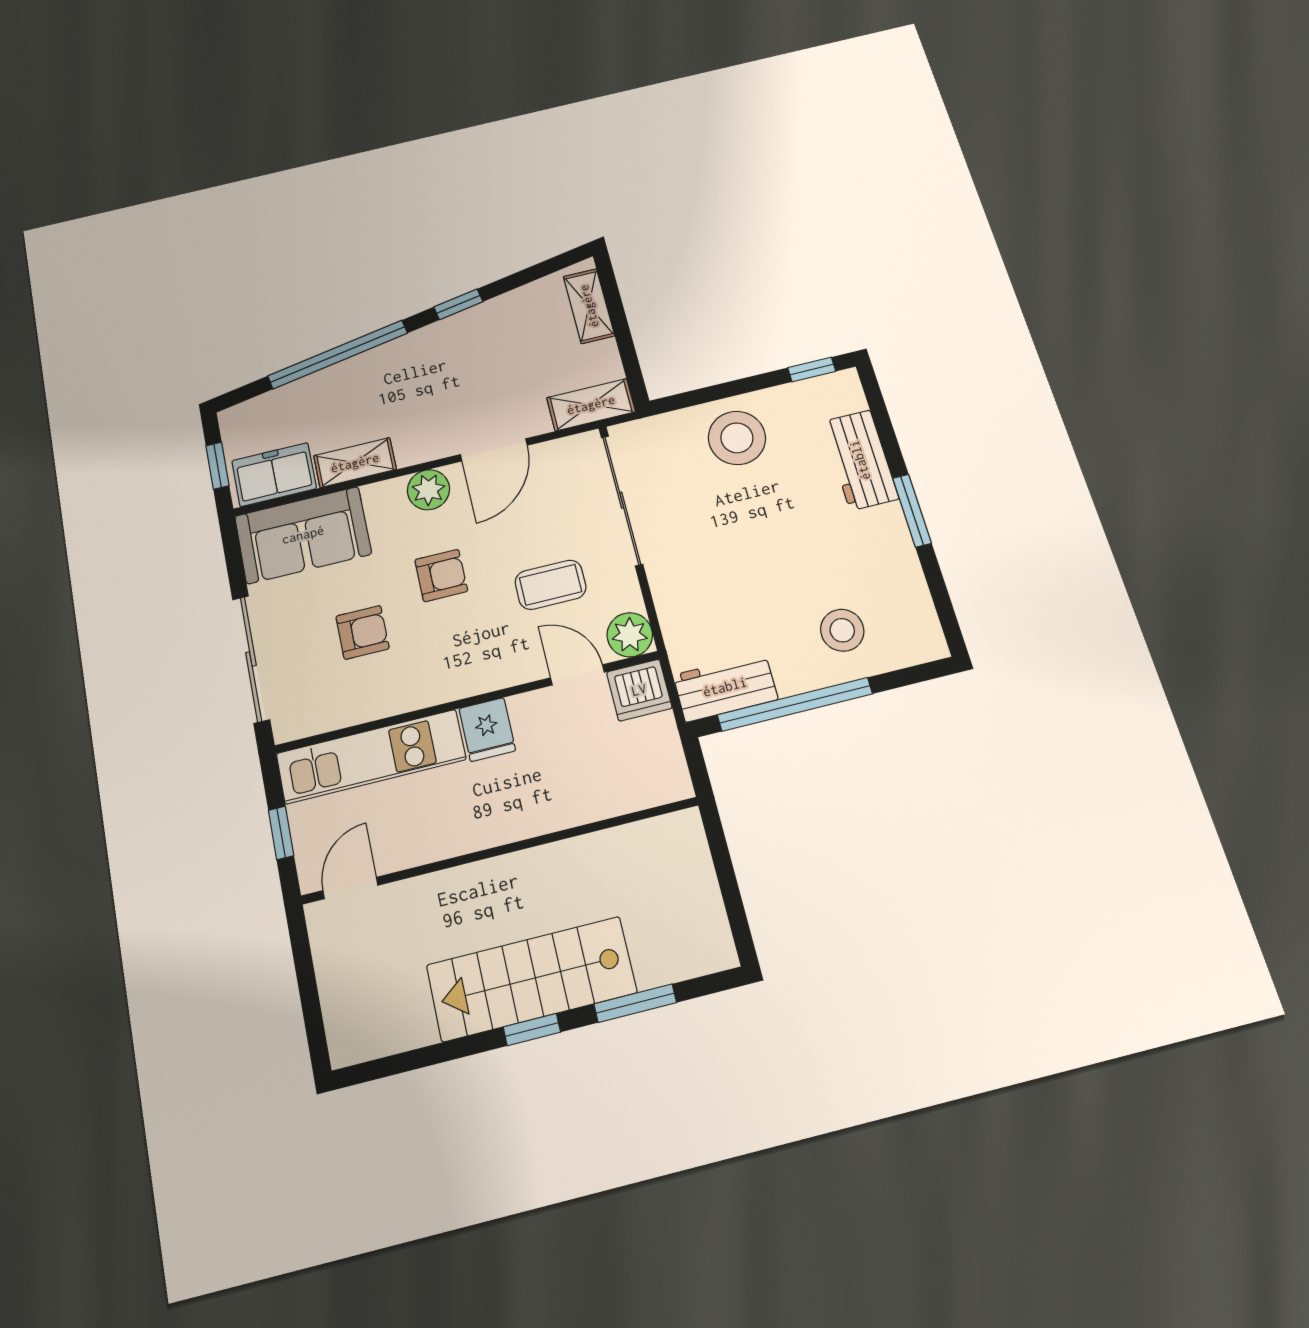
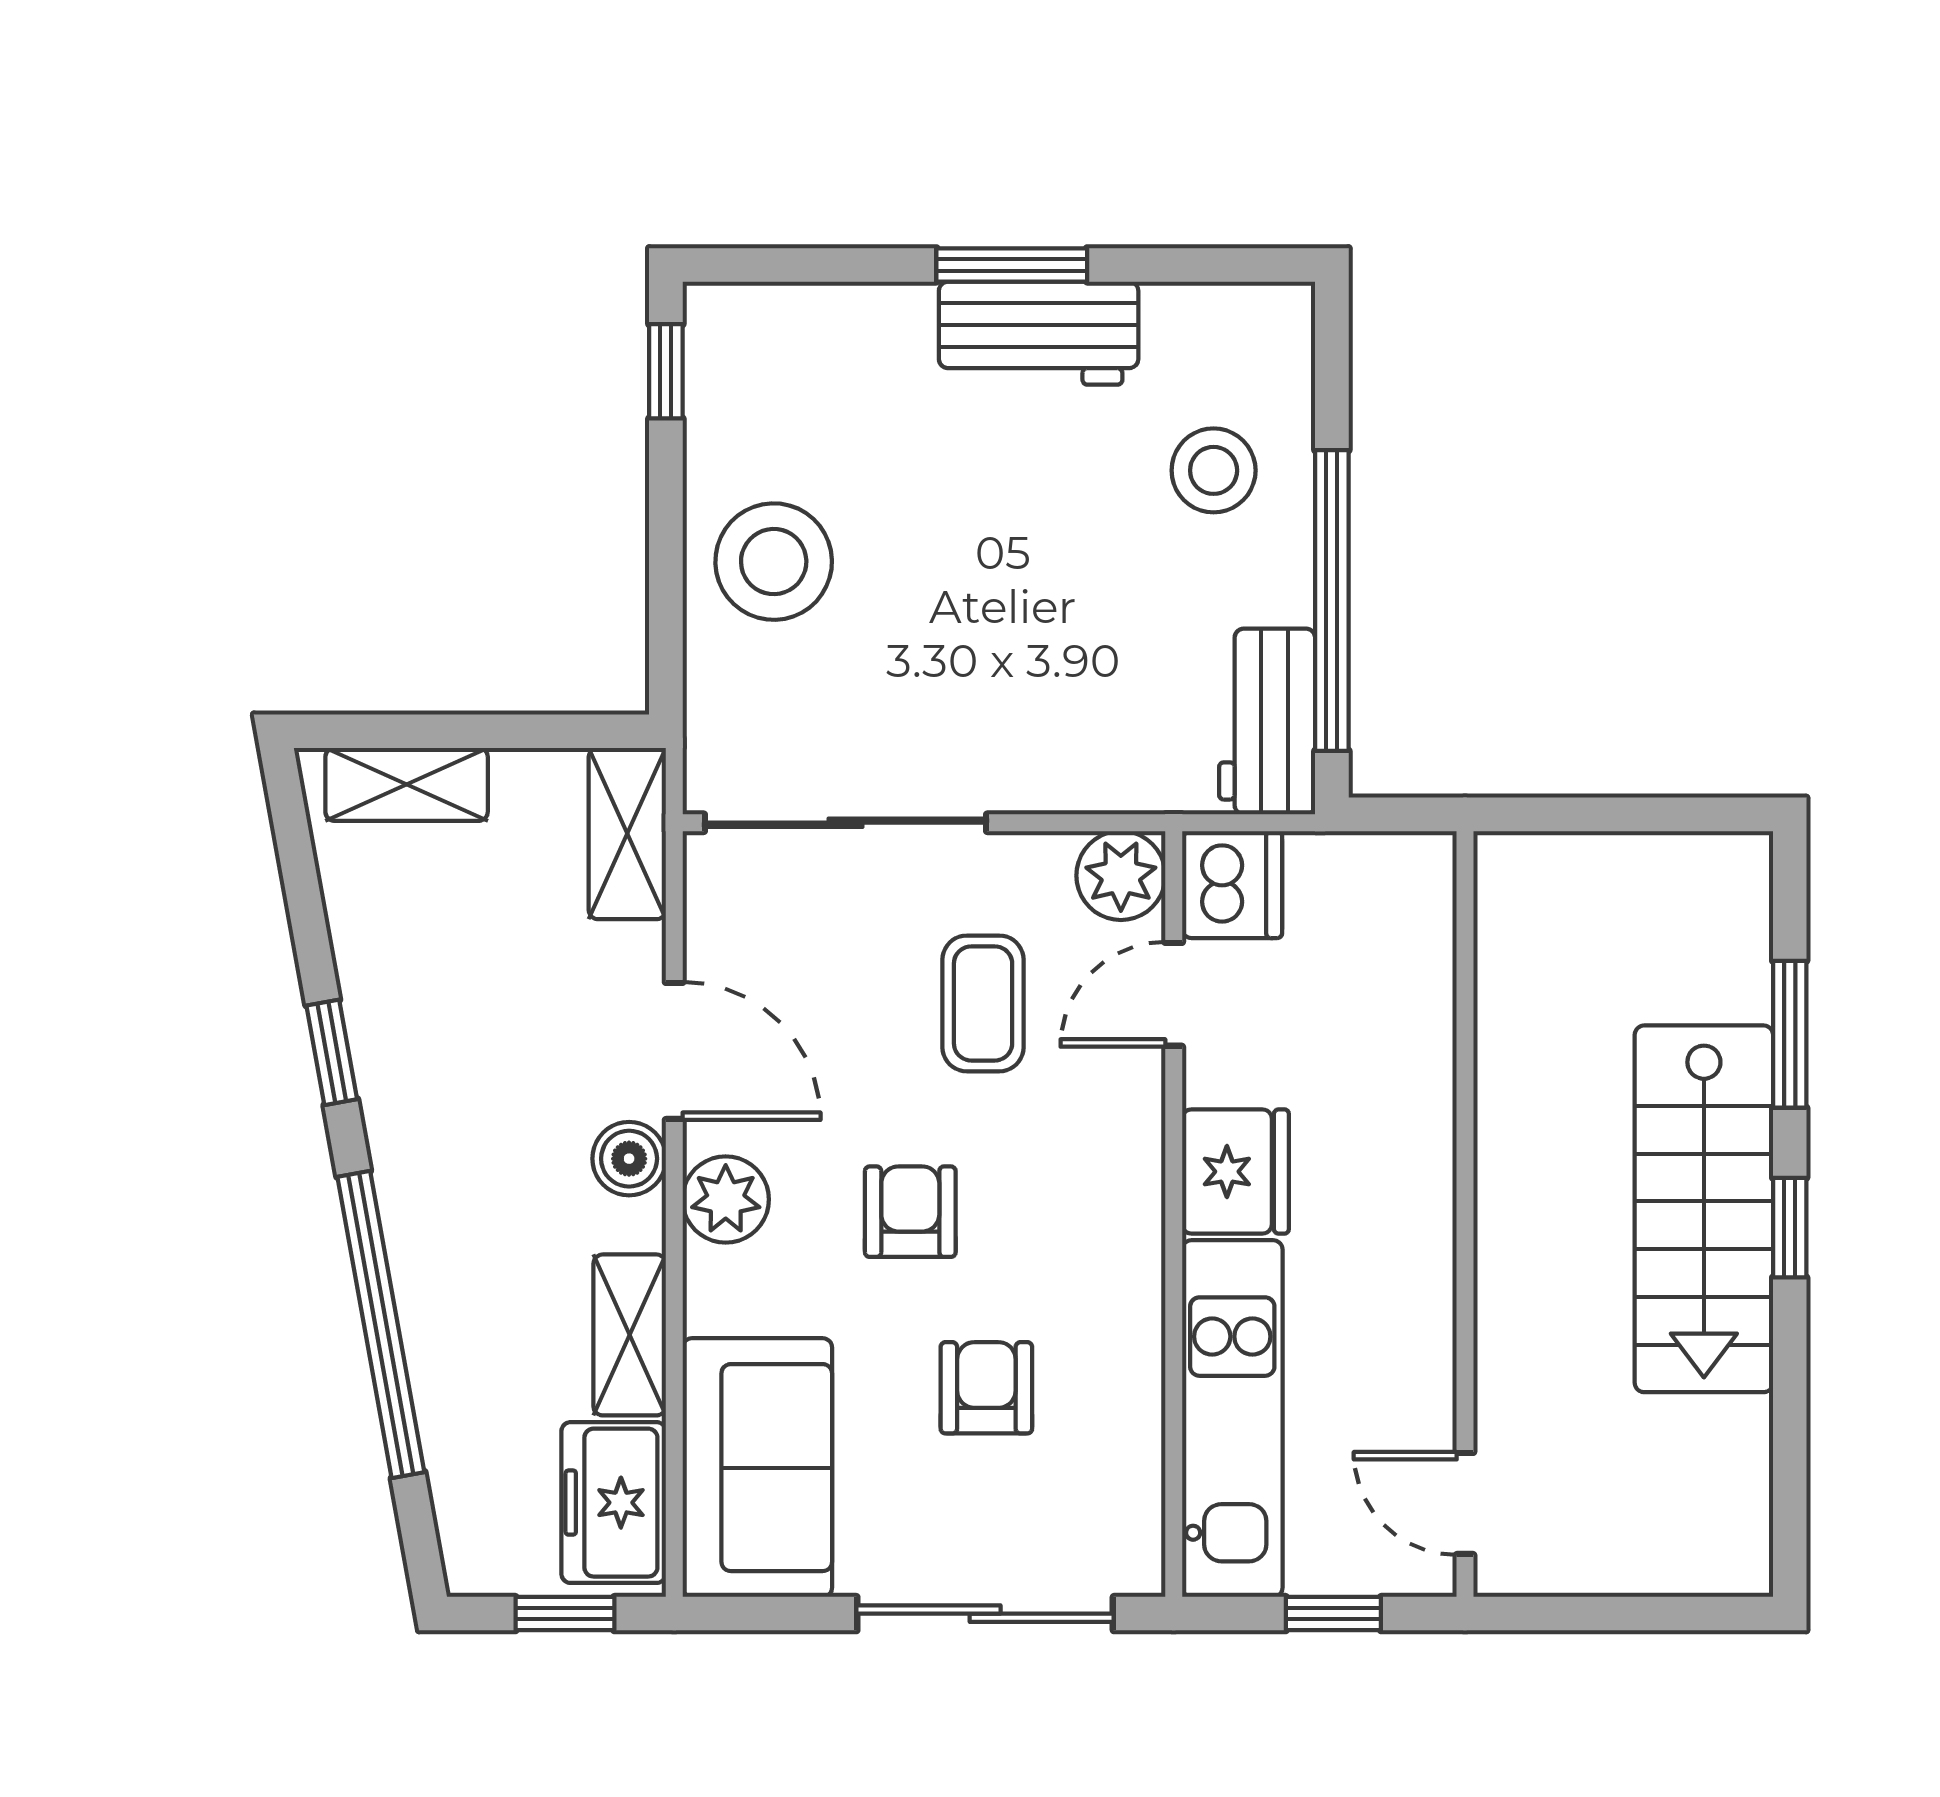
boiler: (438, 442) -> (629, 1159), added
workbench: (860, 460) -> (1039, 333), moved
fridge: (487, 729) -> (1235, 1172), width x1.38

